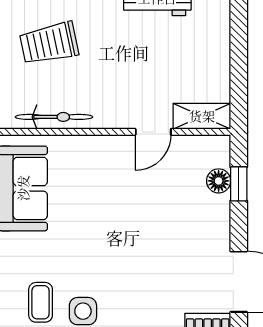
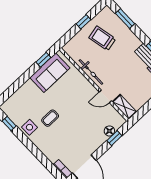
bicycle: (54, 117) -> (91, 72), moved
coffee table: (41, 302) -> (50, 118), moved

